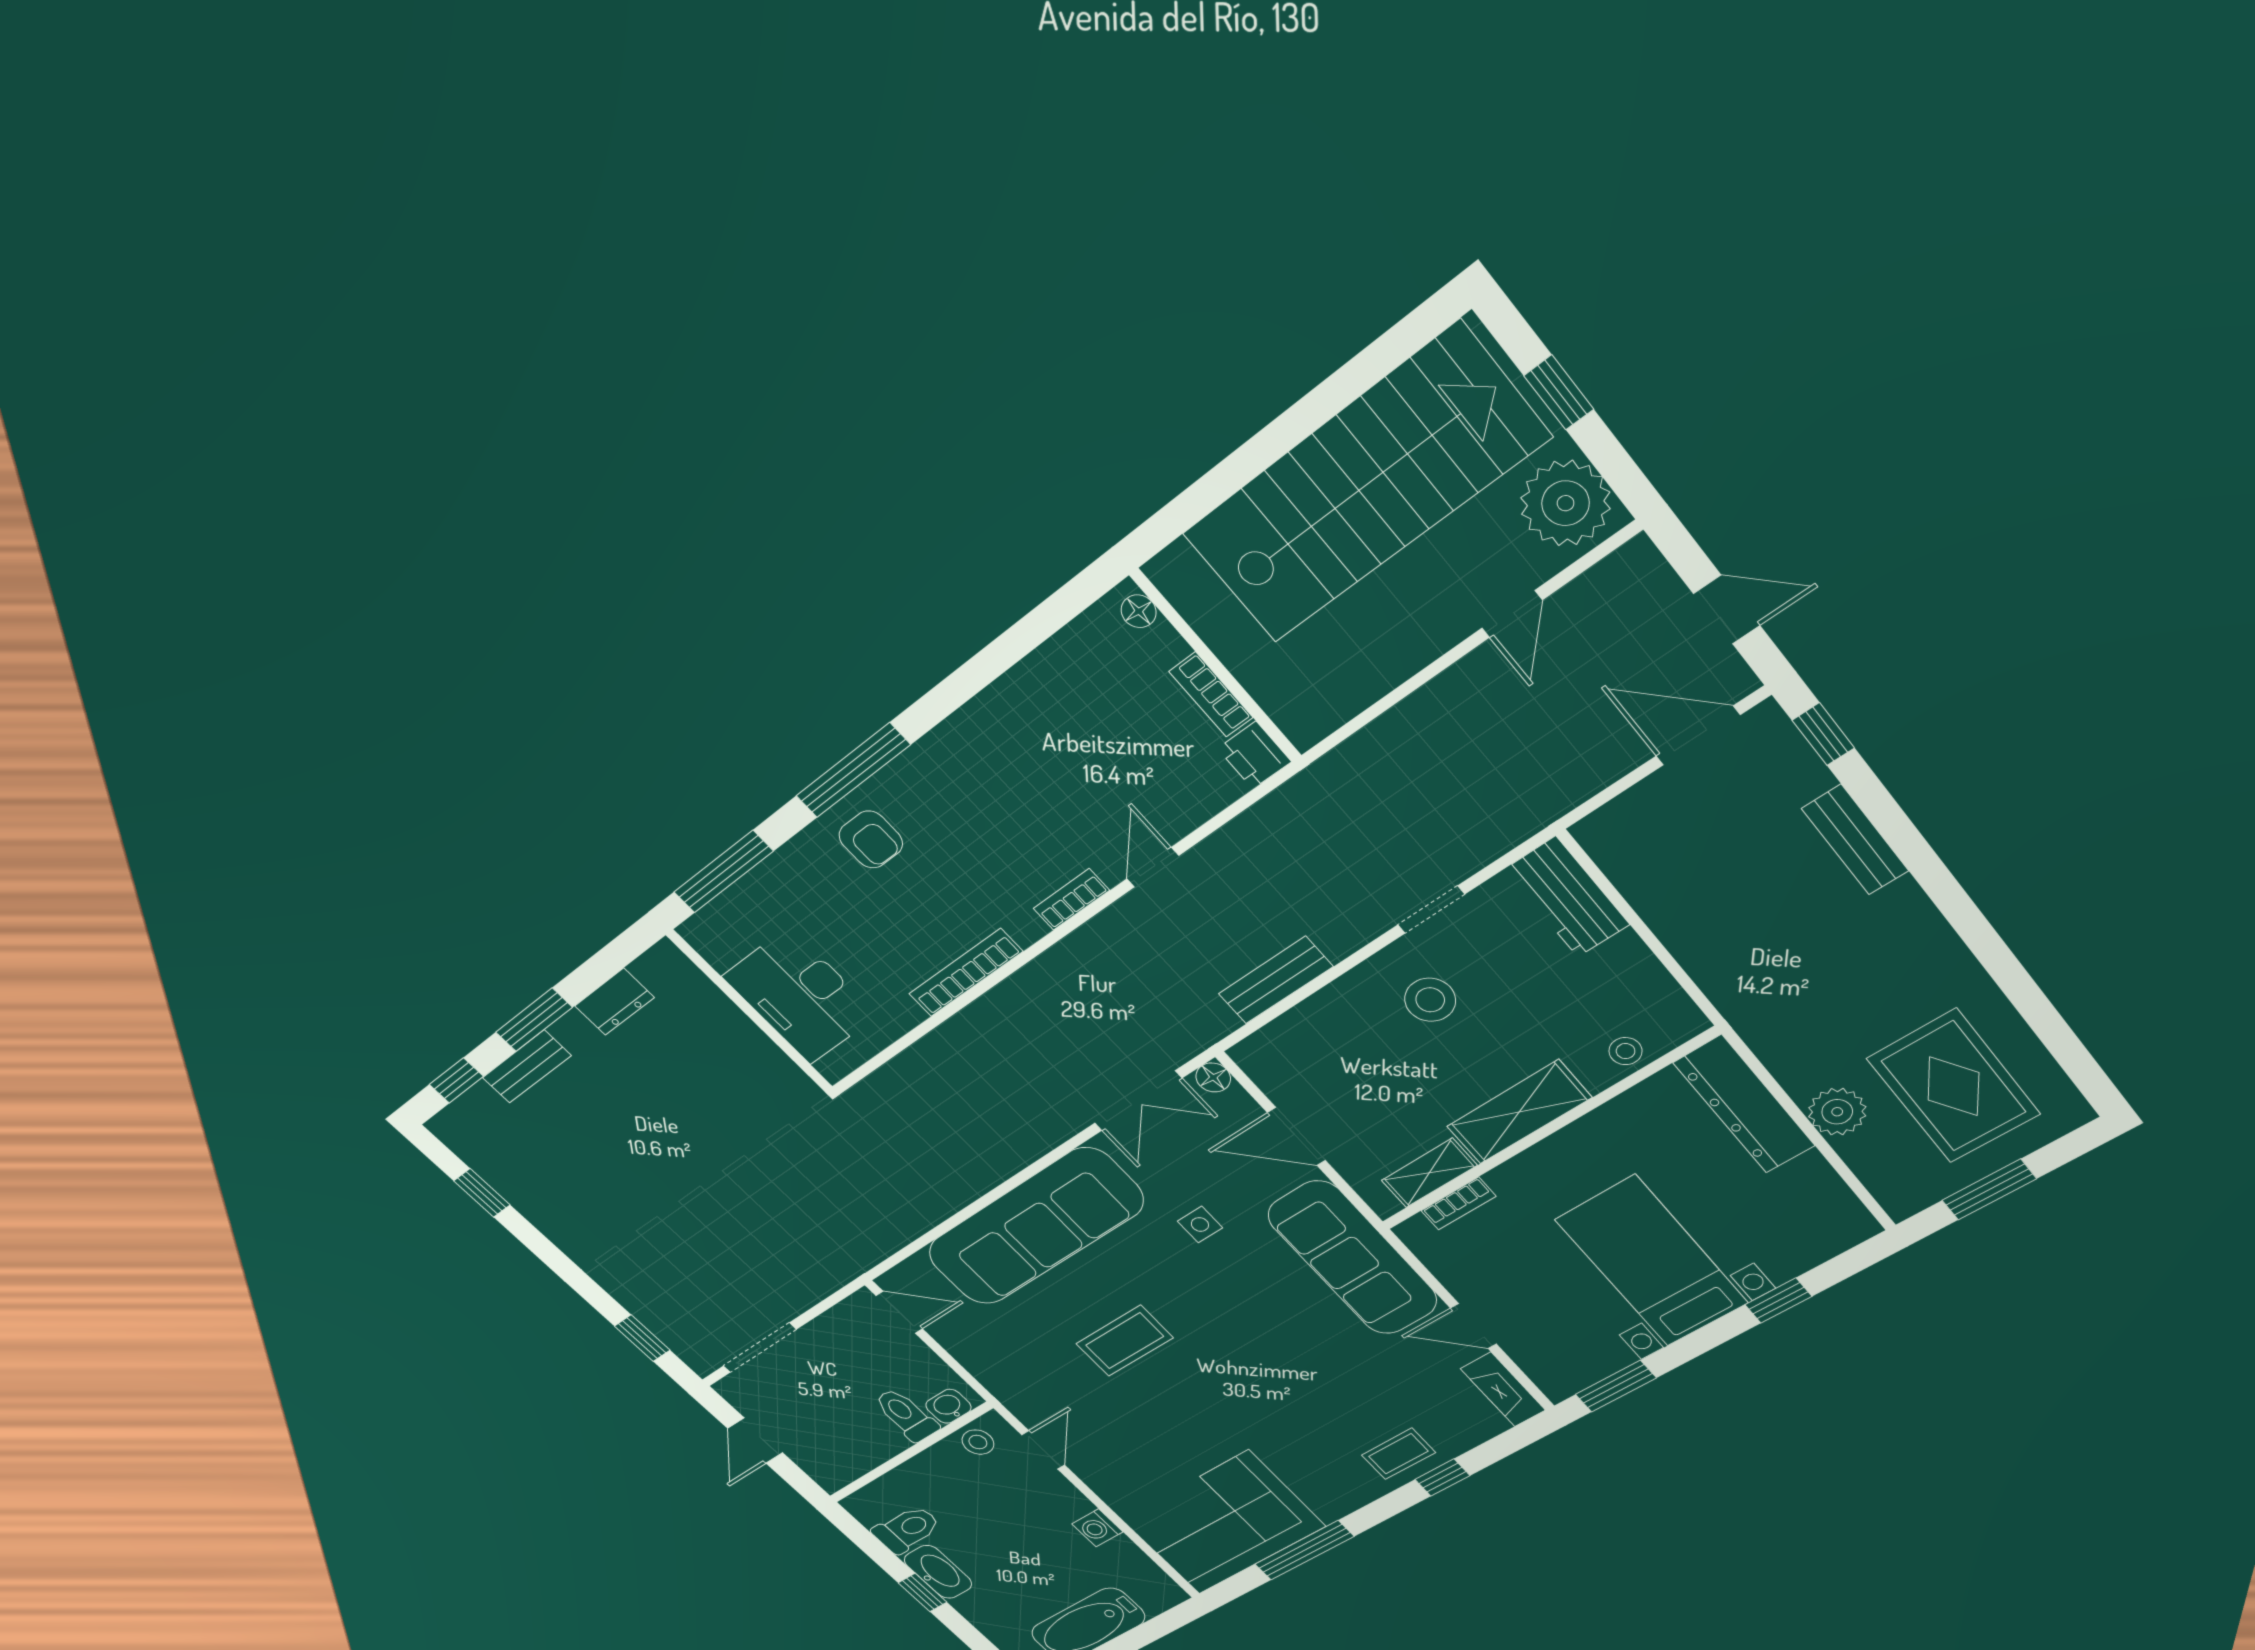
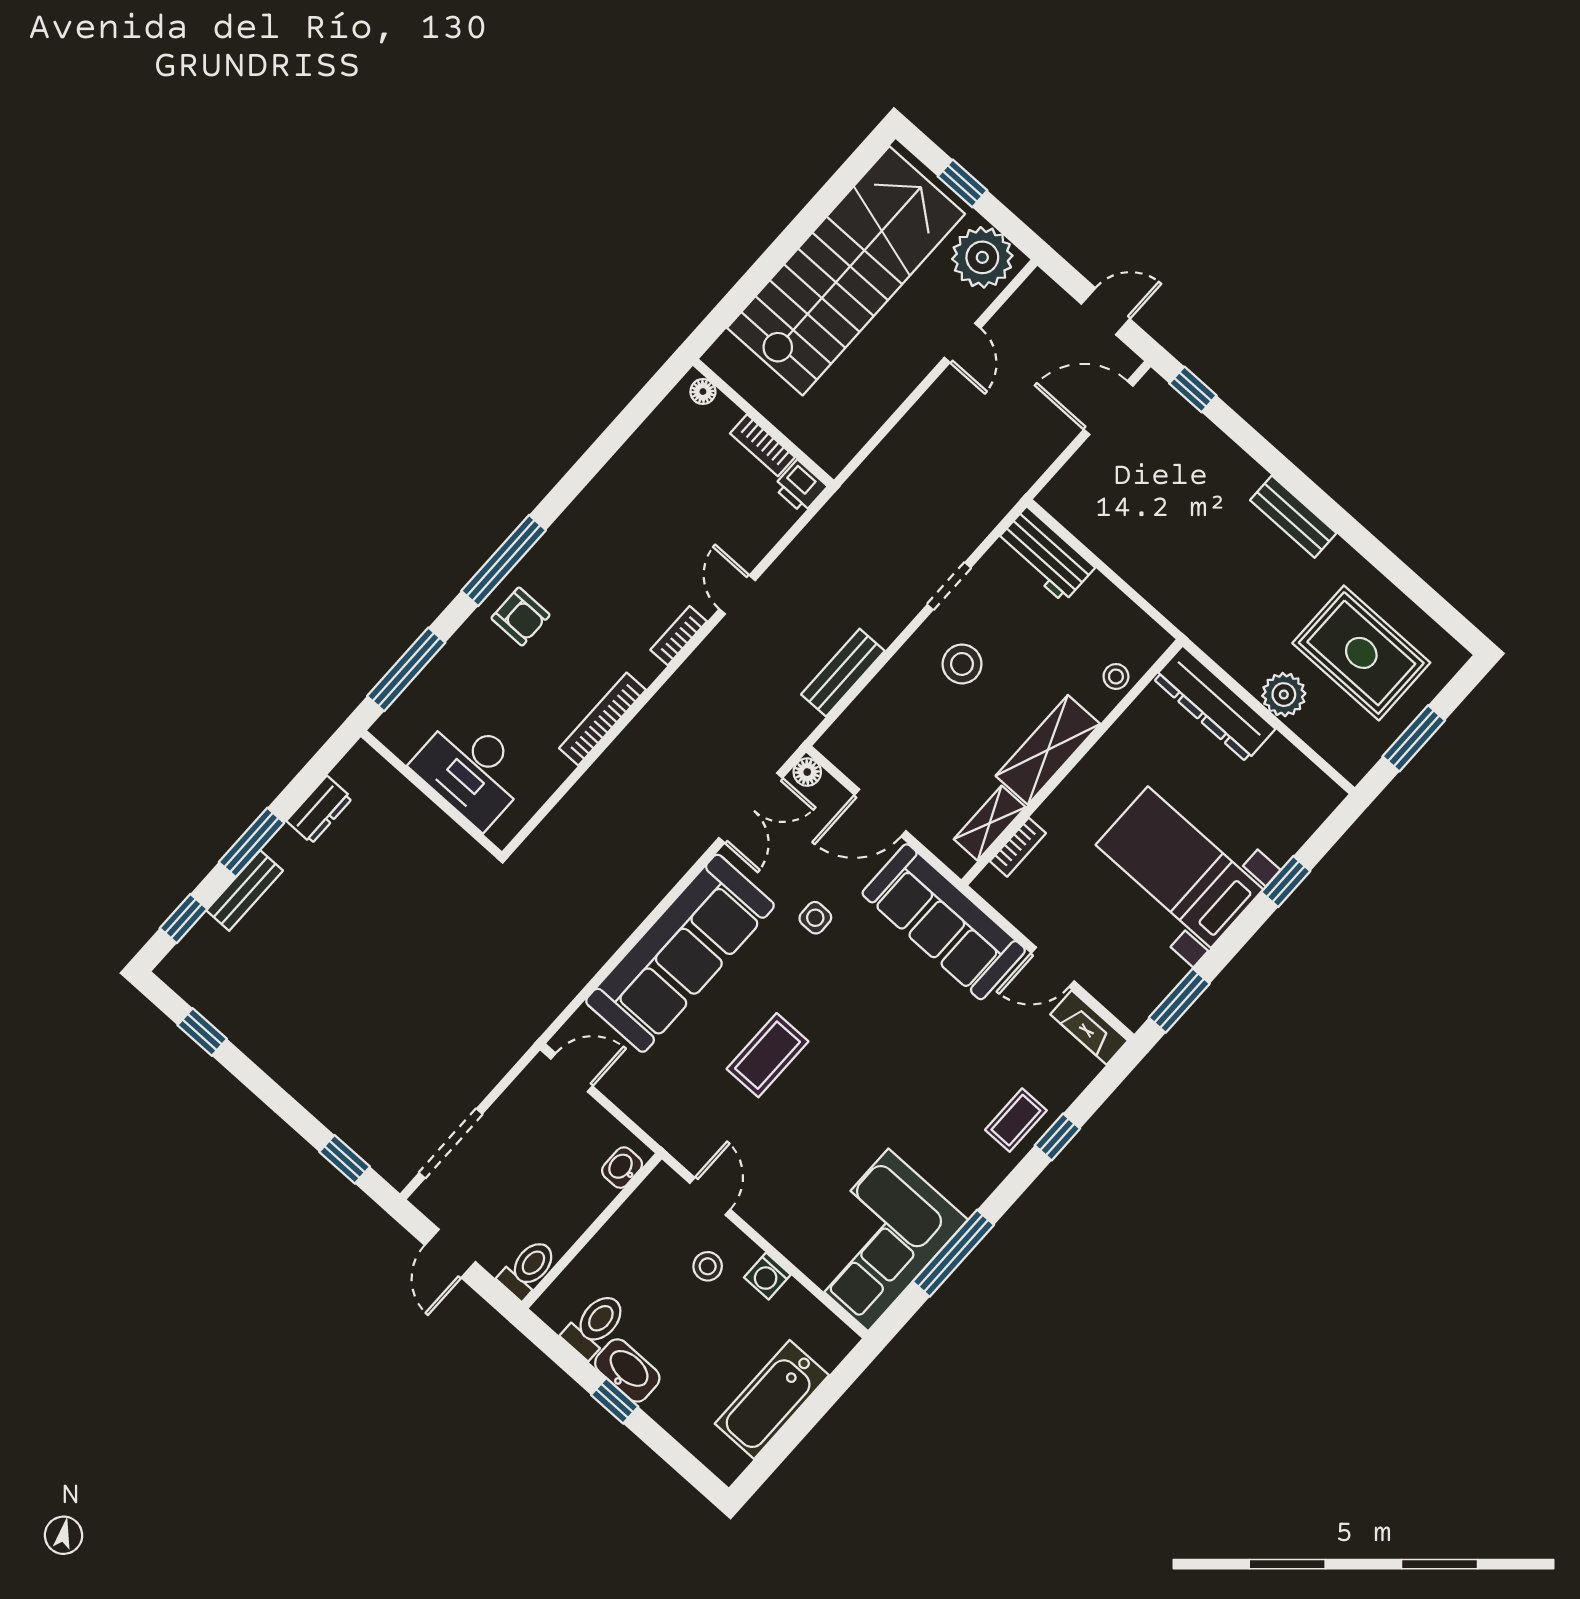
bench: (1855, 840) -> (1293, 517), moved
toilet: (906, 1415) -> (528, 1269), moved, turned 90
stool: (978, 1442) -> (708, 1266), moved

